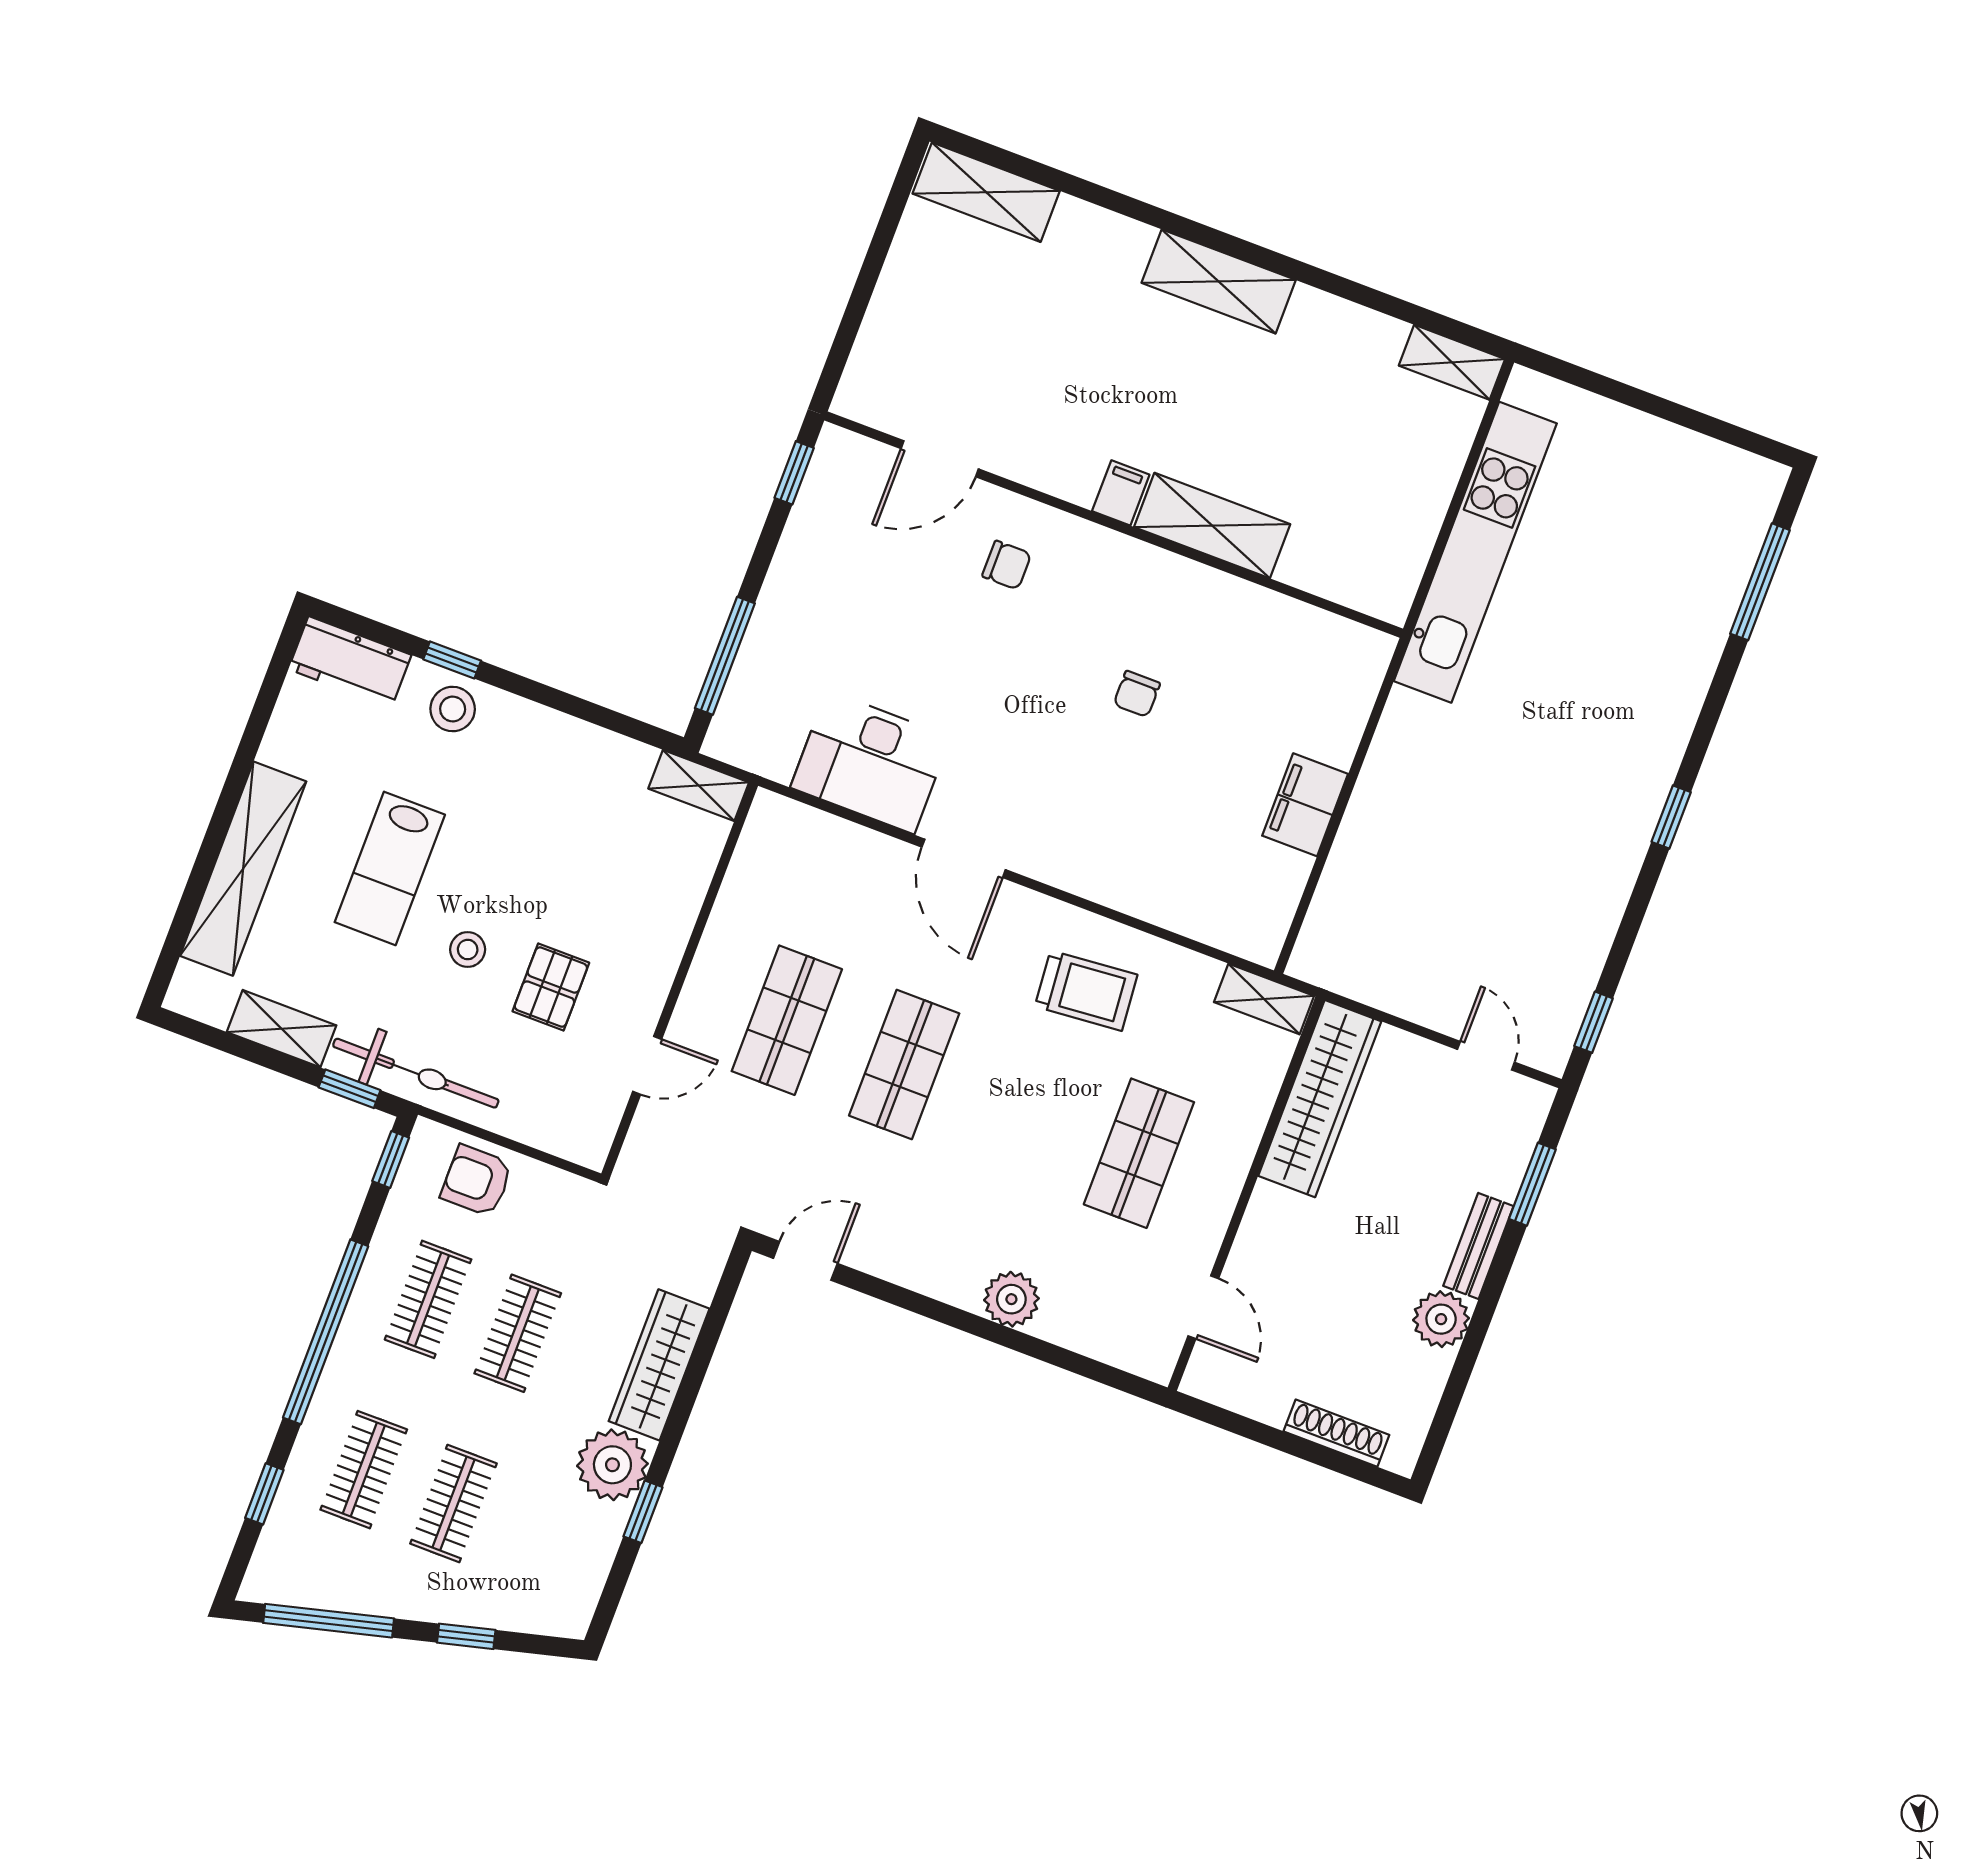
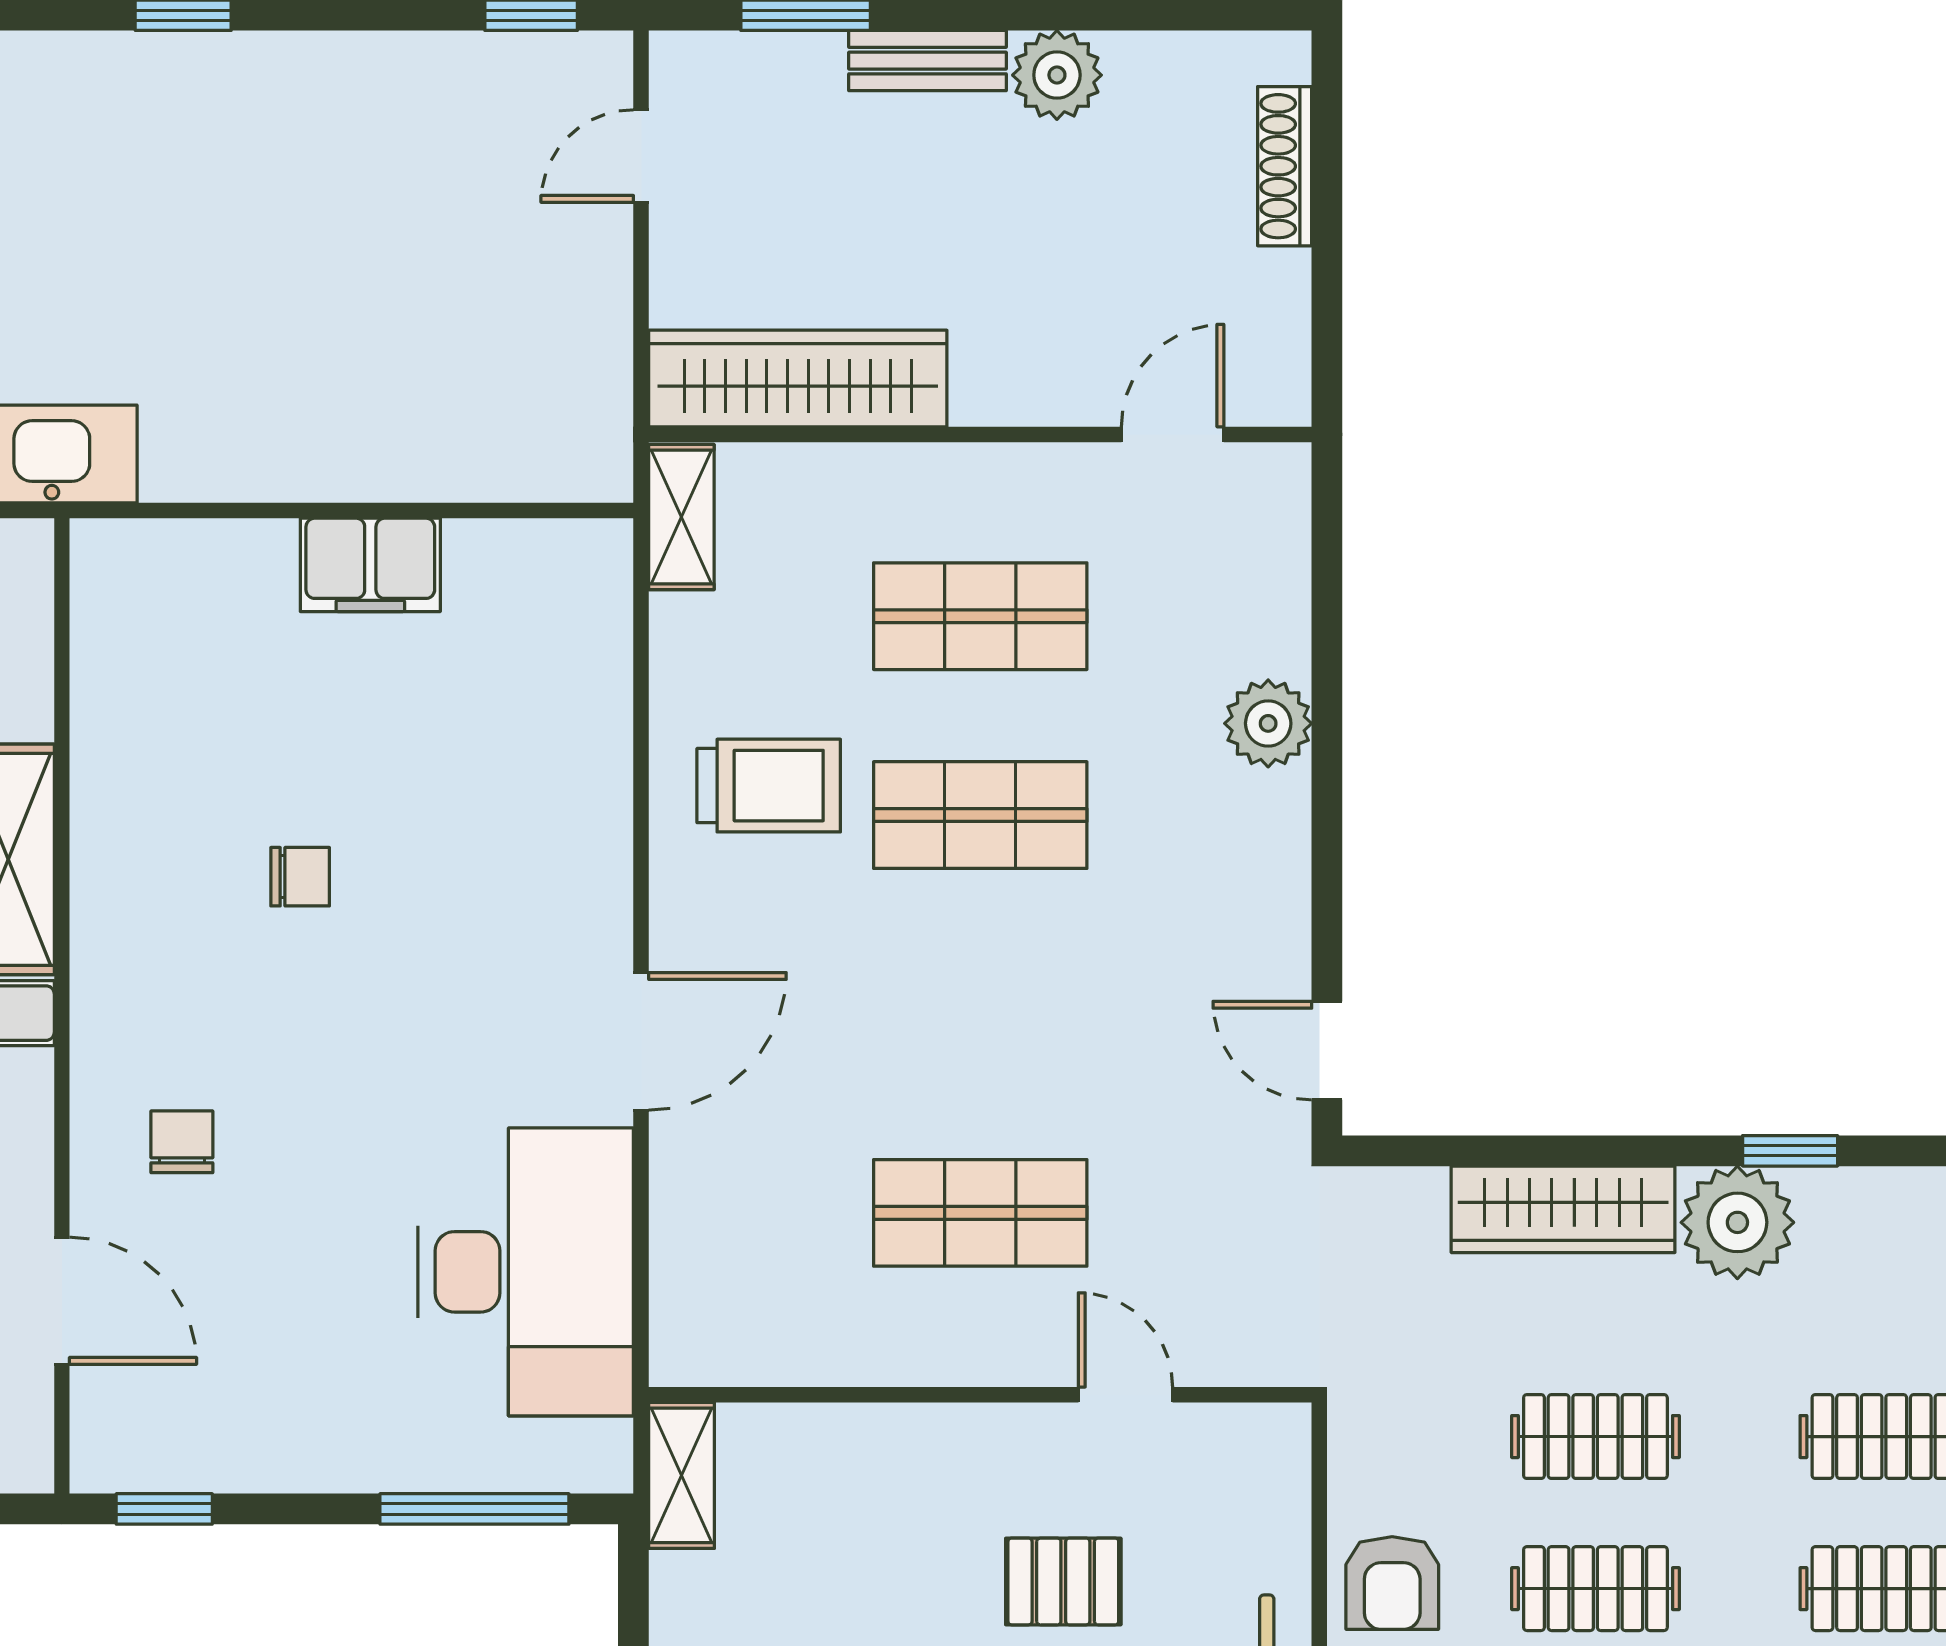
desk: (871, 762) -> (526, 1272), width x1.36, depth x1.30
trolley: (1086, 991) -> (769, 786), turned 95
shop shelf: (904, 1065) -> (980, 815), moved

